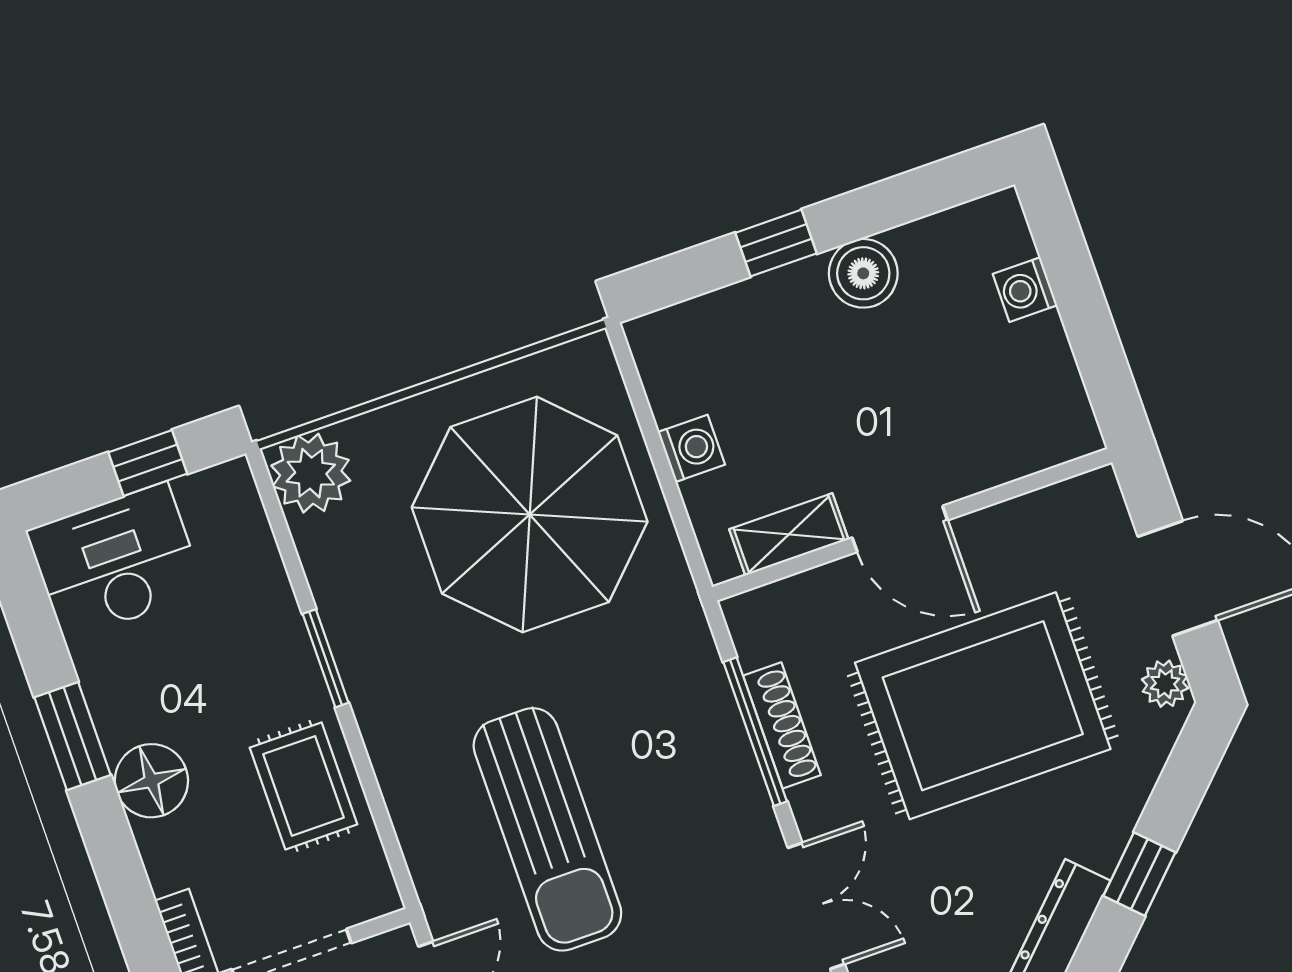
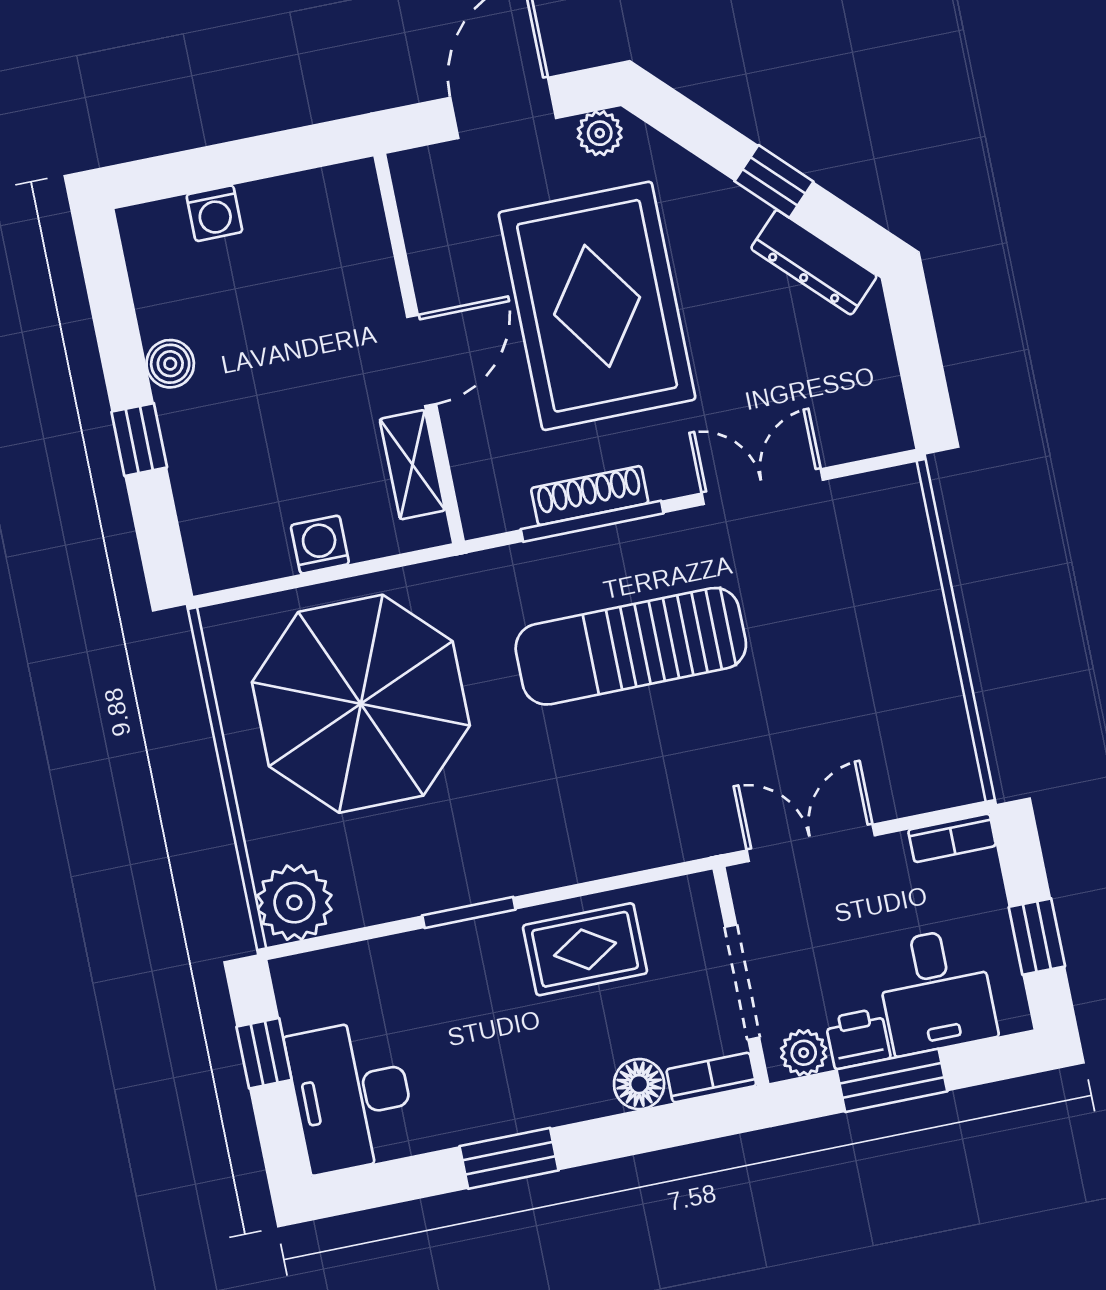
boiler: (863, 273) -> (170, 364), width x0.73, depth x0.73
floor lamp: (151, 781) -> (639, 1084), moved, width x0.73, depth x0.73
sun lounger: (547, 829) -> (631, 646), moved, turned 180

